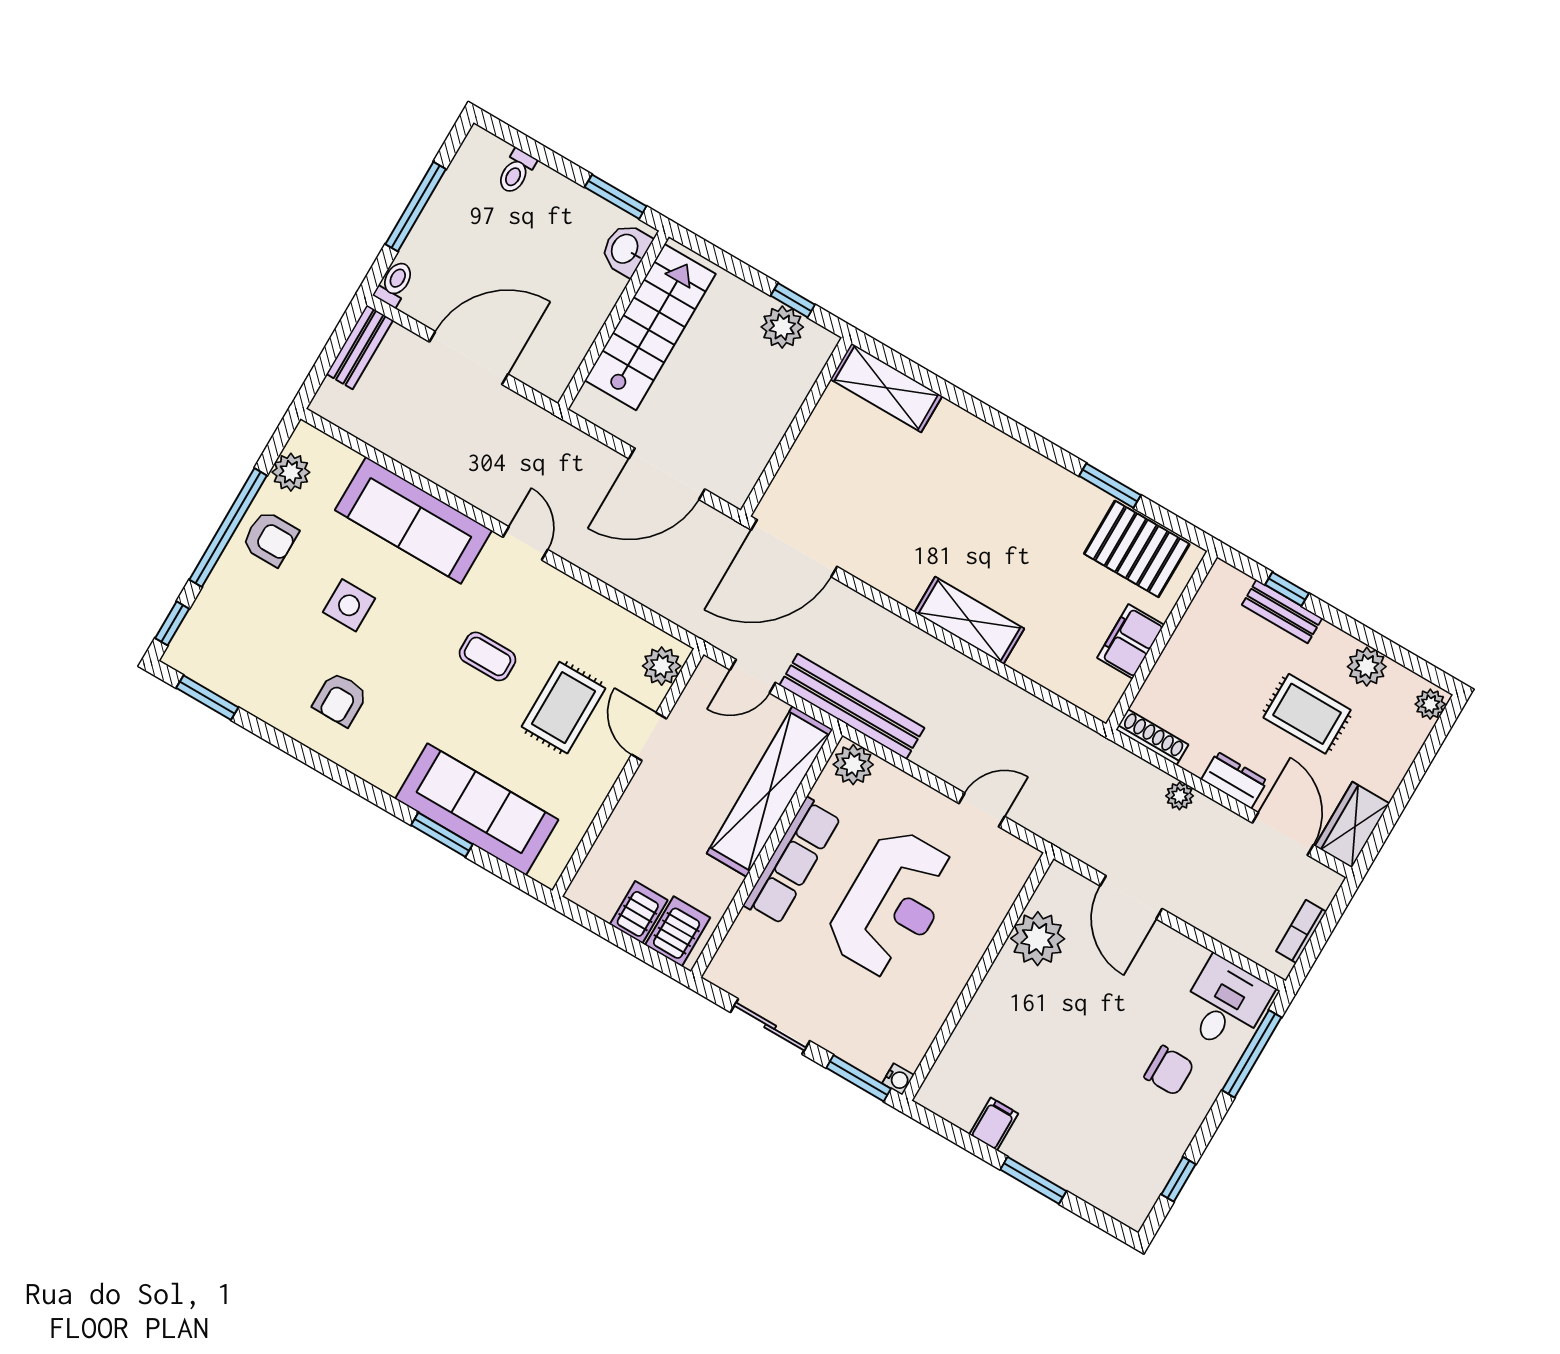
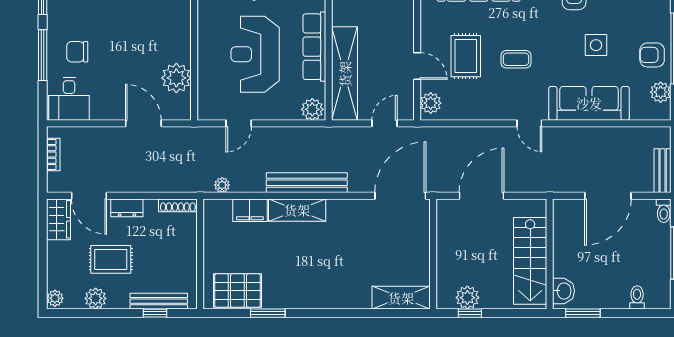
bench: (1282, 612) -> (159, 301), width x1.36
filing cabinet: (1131, 641) -> (250, 210), moved, turned 90
bench: (852, 707) -> (307, 183), moved
plant: (1180, 796) -> (222, 185), moved
window: (1252, 1054) -> (43, 55), moved

